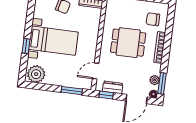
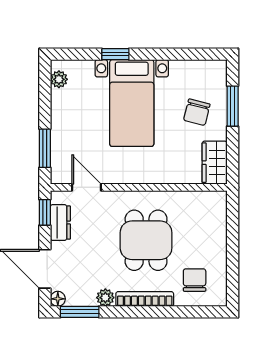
plant: (36, 74) -> (59, 79), width x0.53, depth x0.53
plant: (155, 80) -> (105, 298), moved

